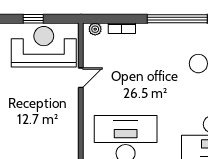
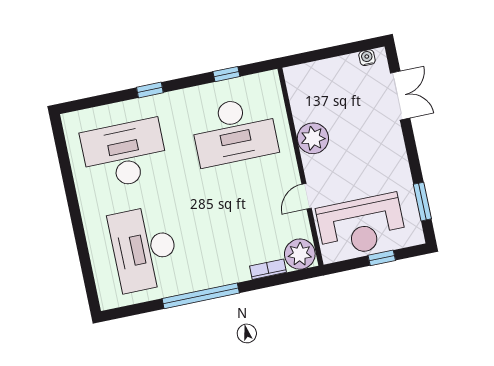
plant: (95, 29) -> (300, 254), width x1.88, depth x1.88
plant: (67, 121) -> (313, 138), added

